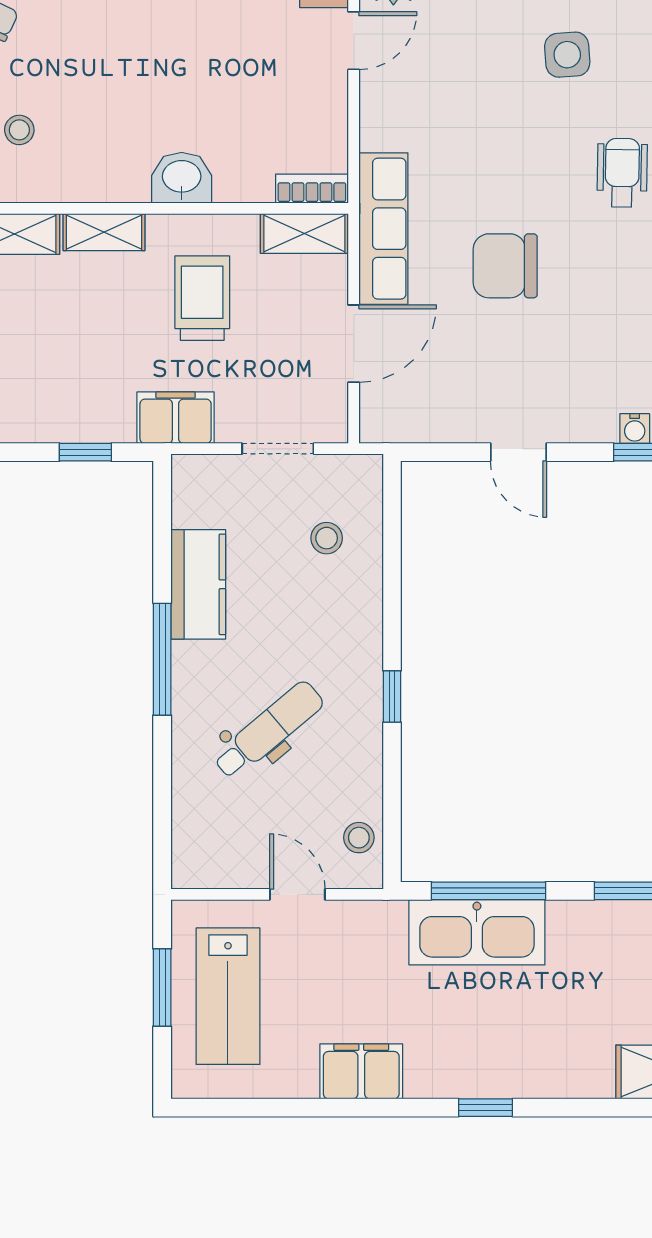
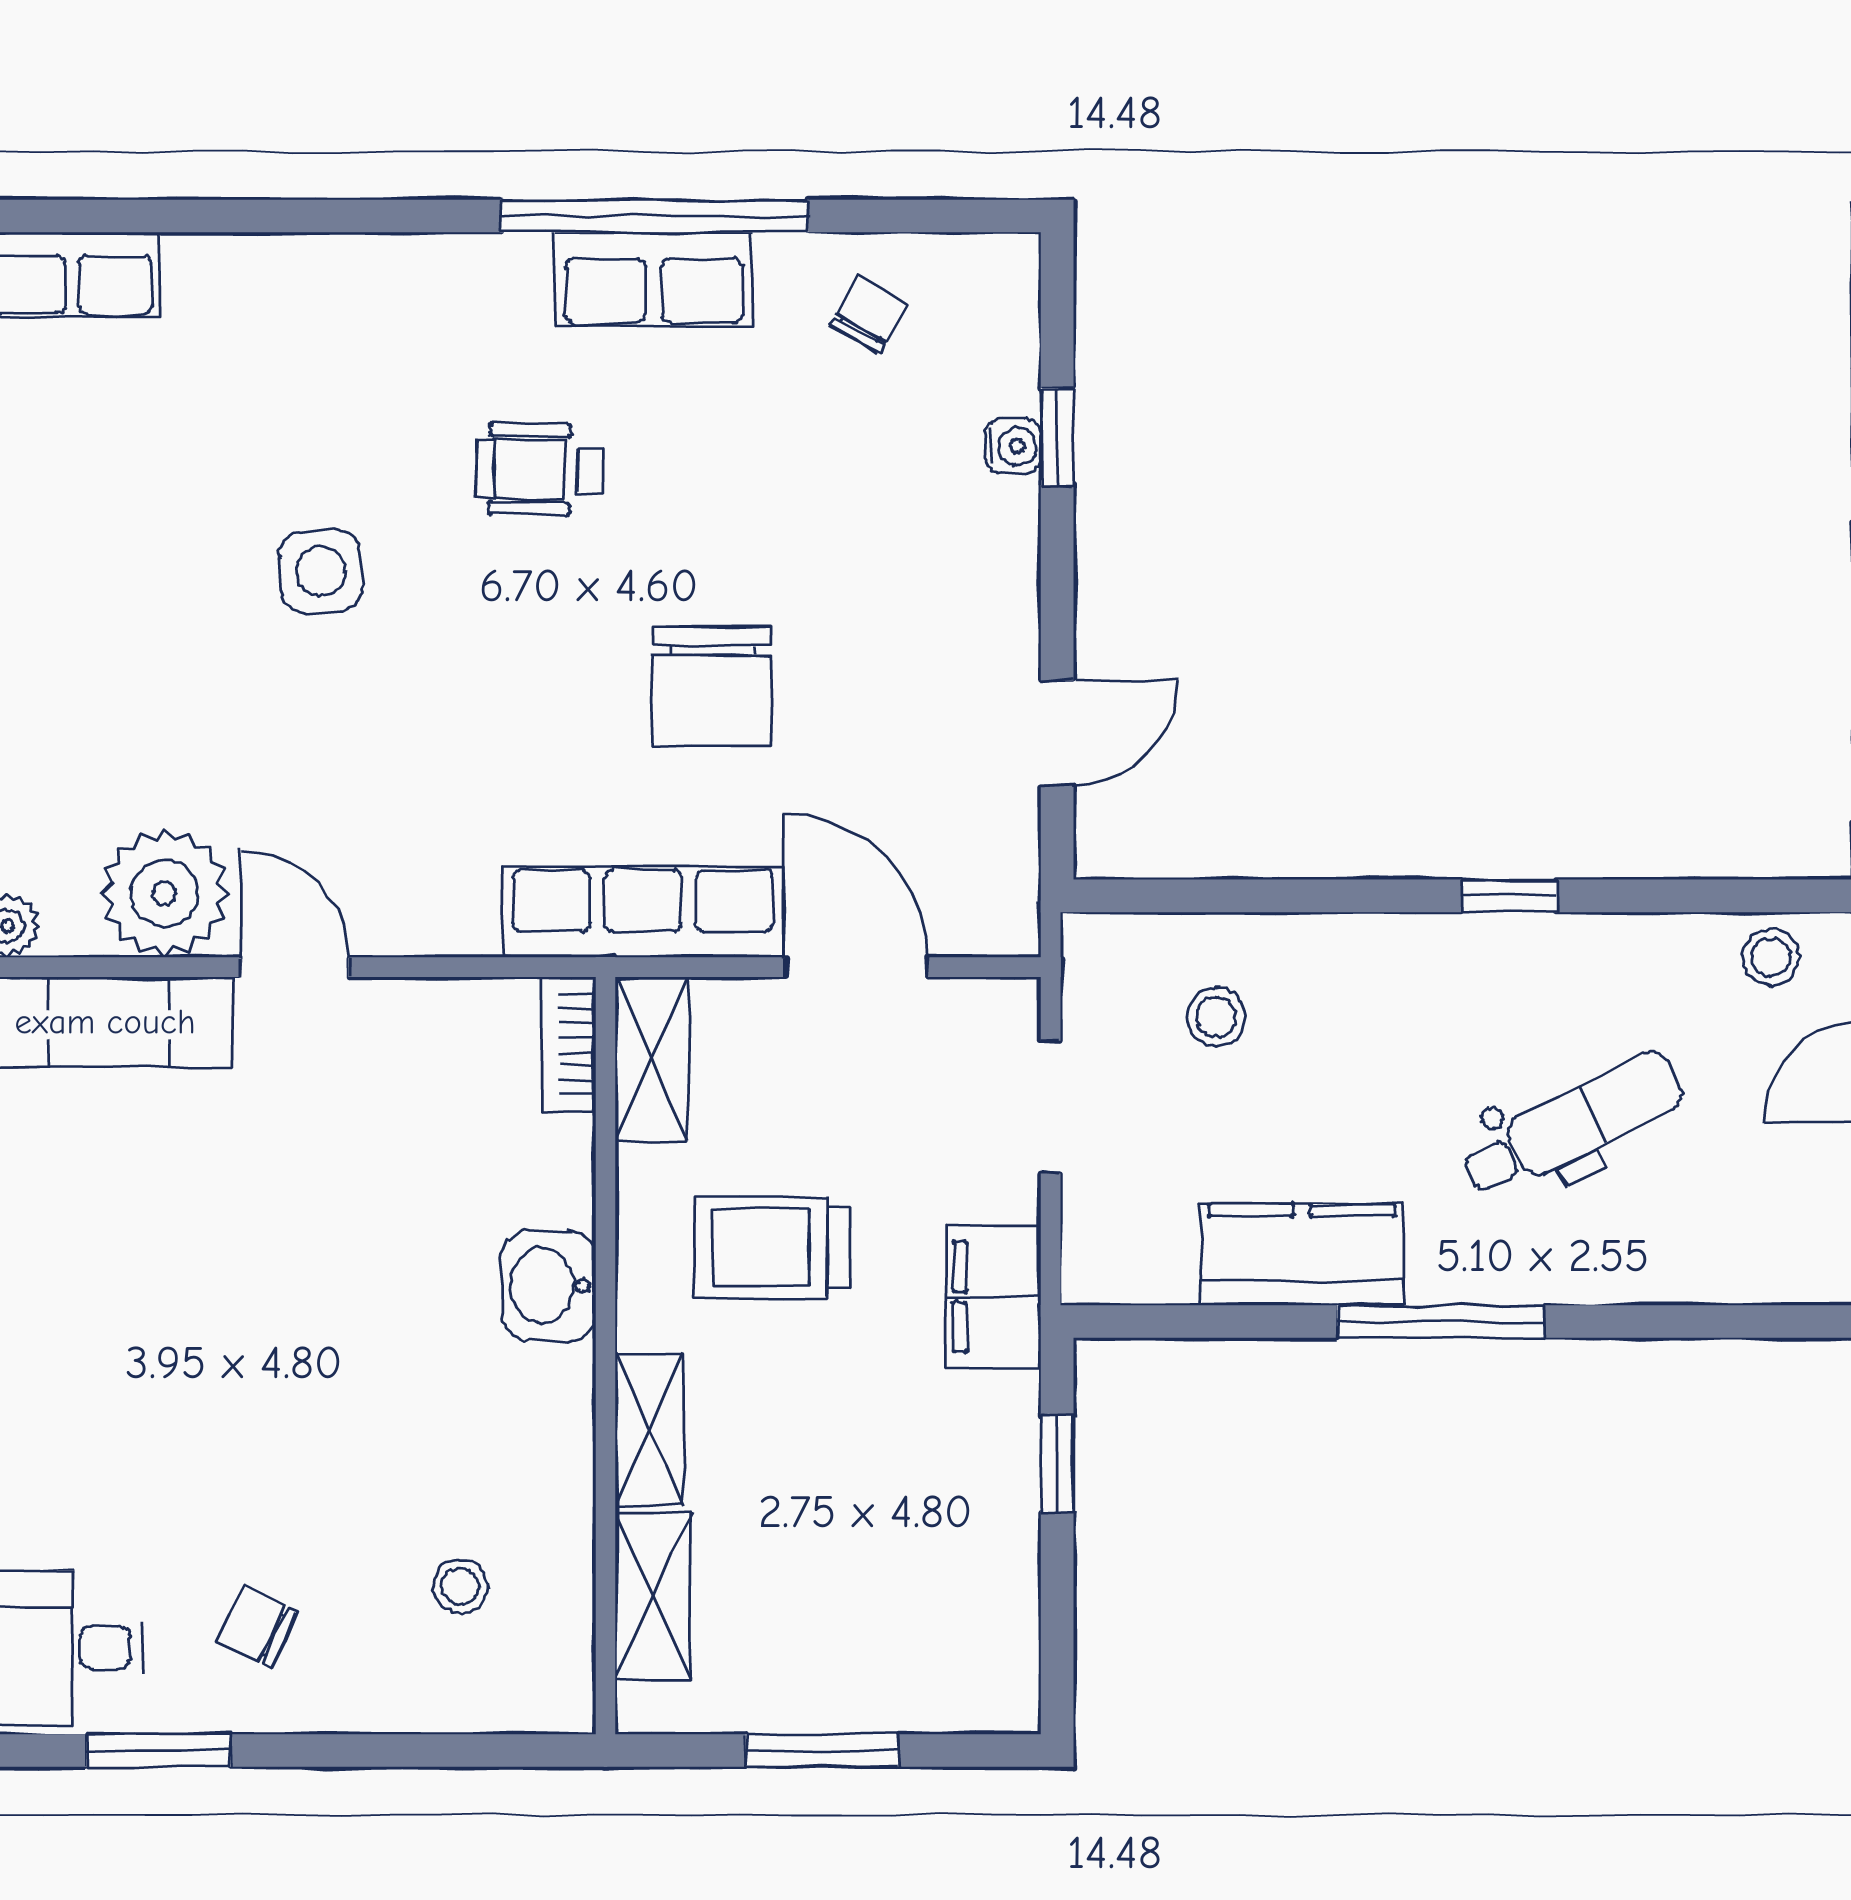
door: (519, 452) -> (1057, 733), moved
dental chair: (268, 730) -> (1572, 1125), turned 103

